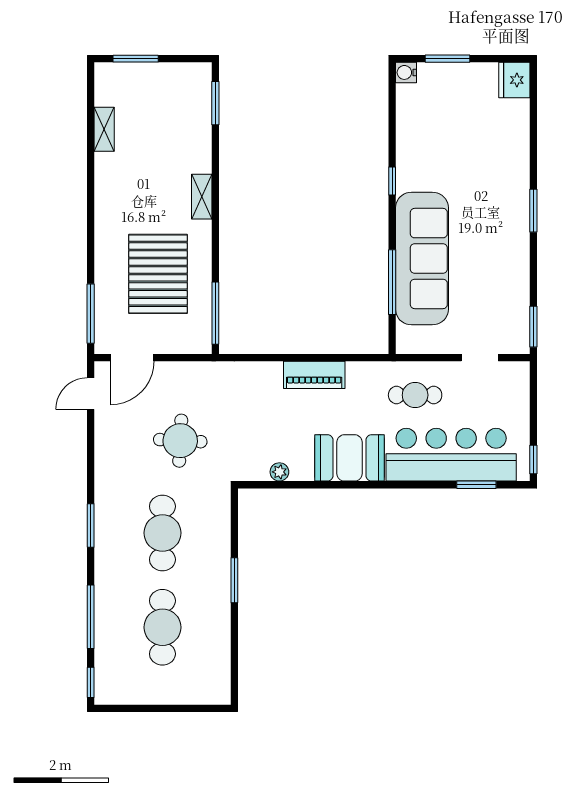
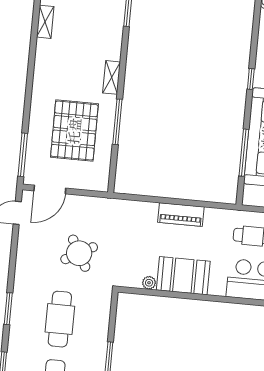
window: (215, 313) -> (117, 122), moved
round table: (180, 441) -> (79, 253), turned -32
booth: (350, 458) -> (183, 276), moved

